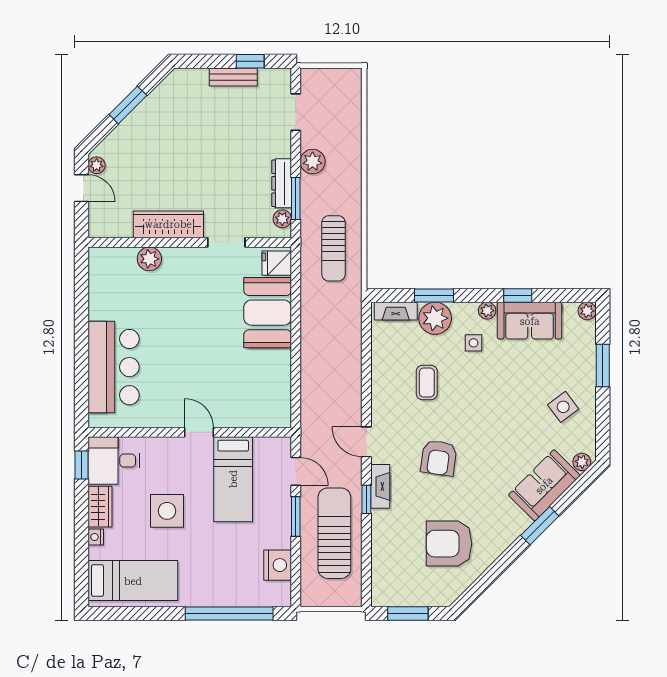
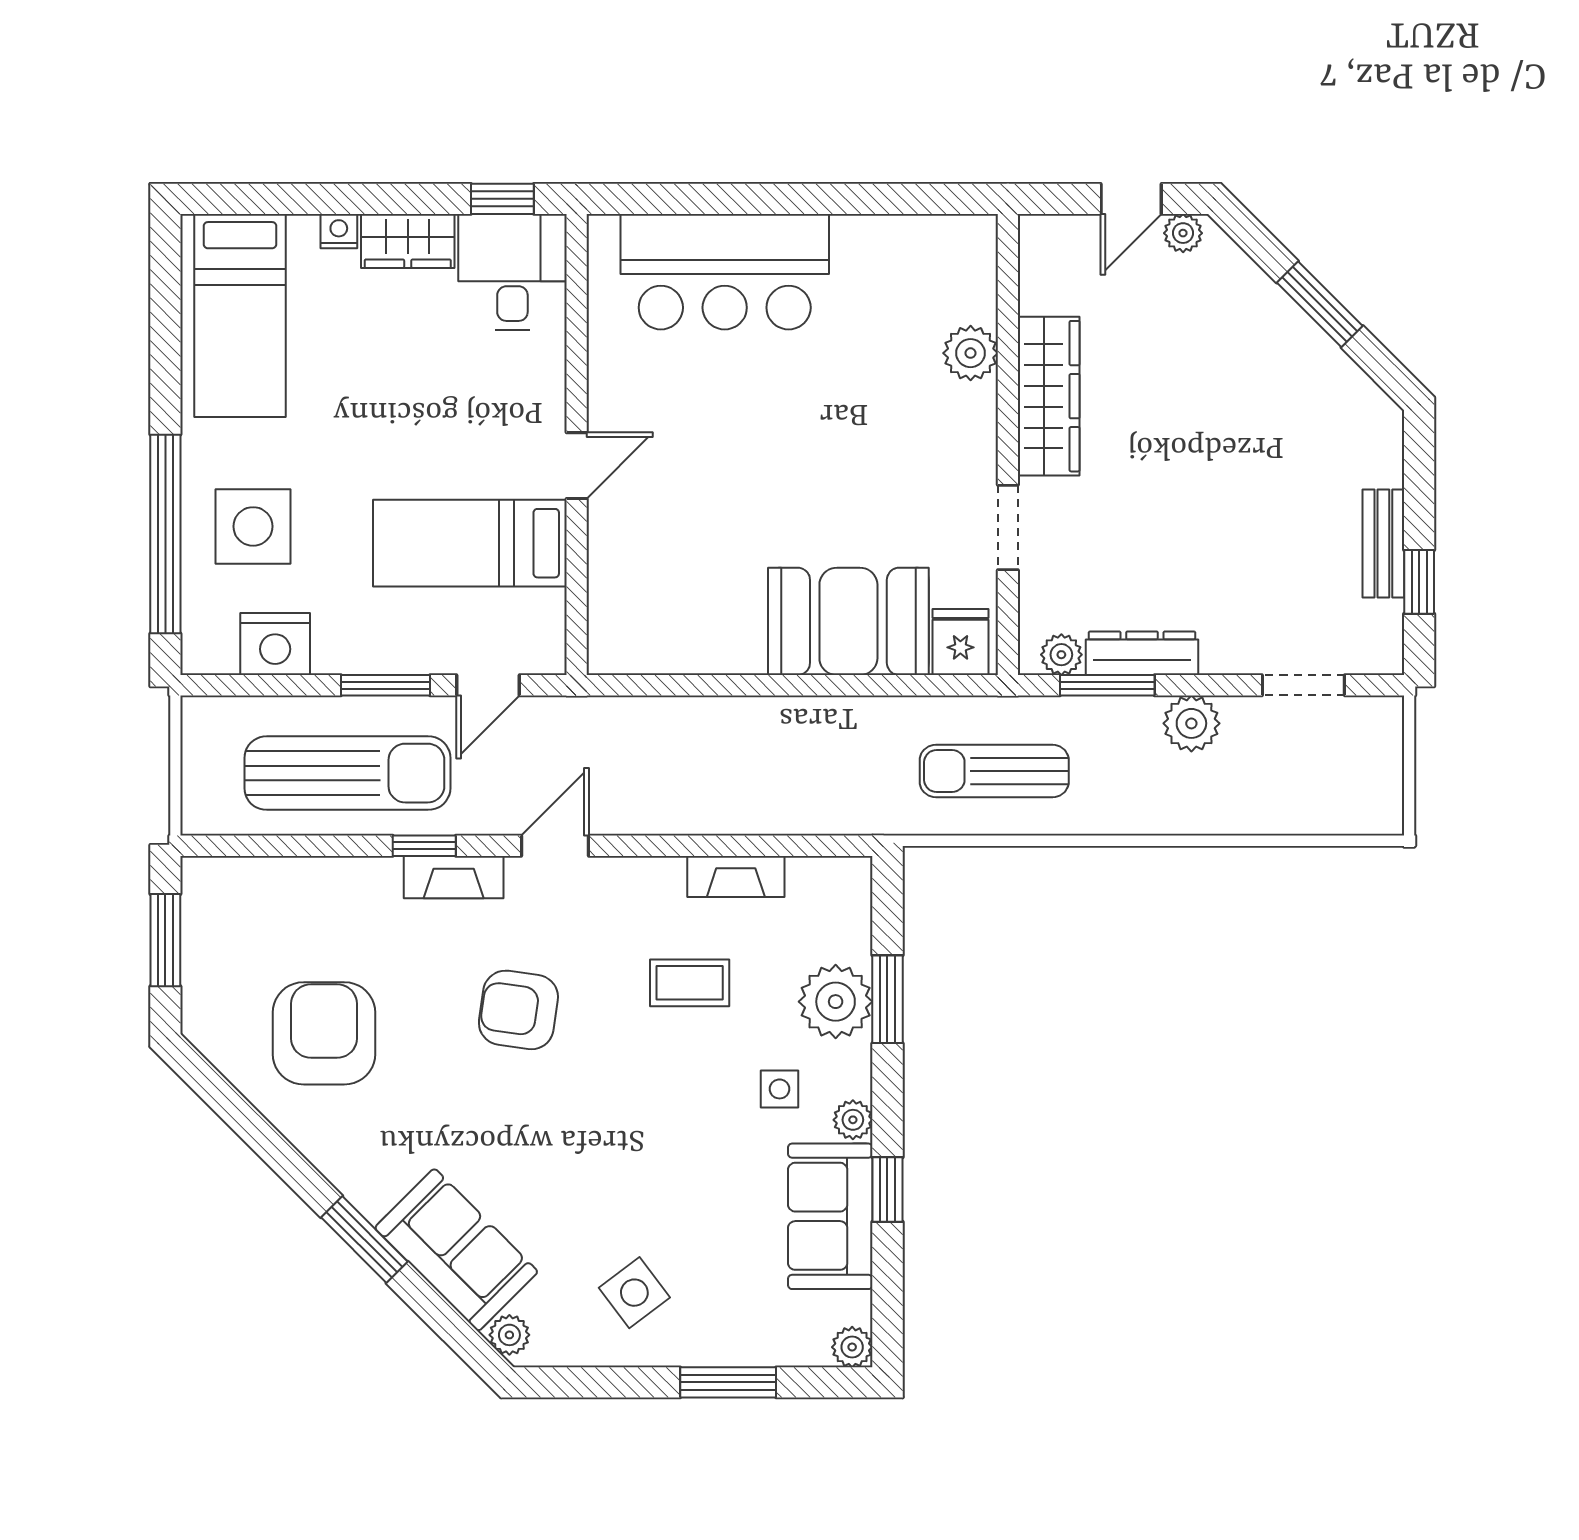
fireplace: (396, 311) -> (736, 876), moved, turned -90
side table: (167, 511) -> (253, 526), moved

